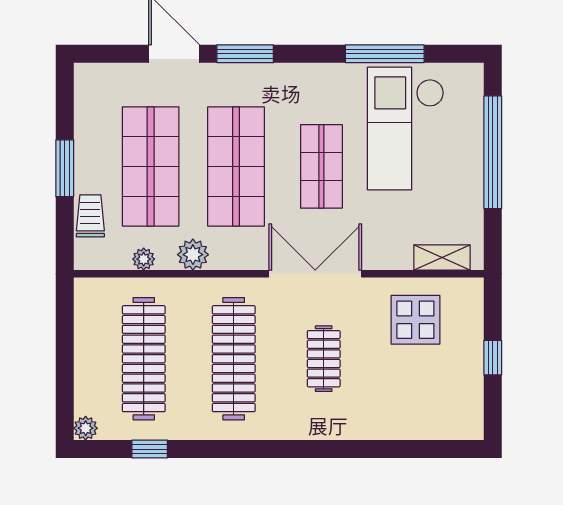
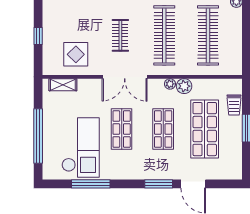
shop shelf: (236, 166) -> (163, 129), width x0.70, depth x0.74
plant: (144, 259) -> (170, 84), moved

